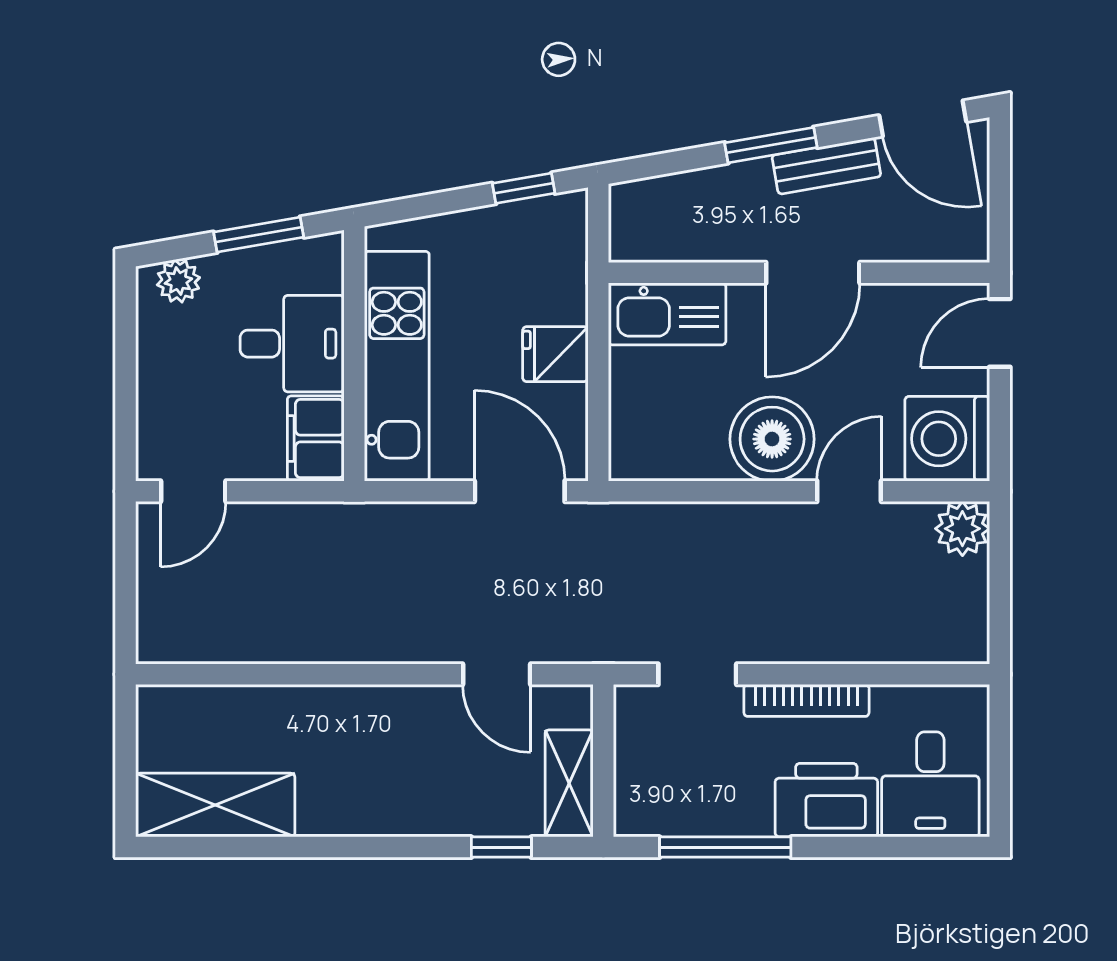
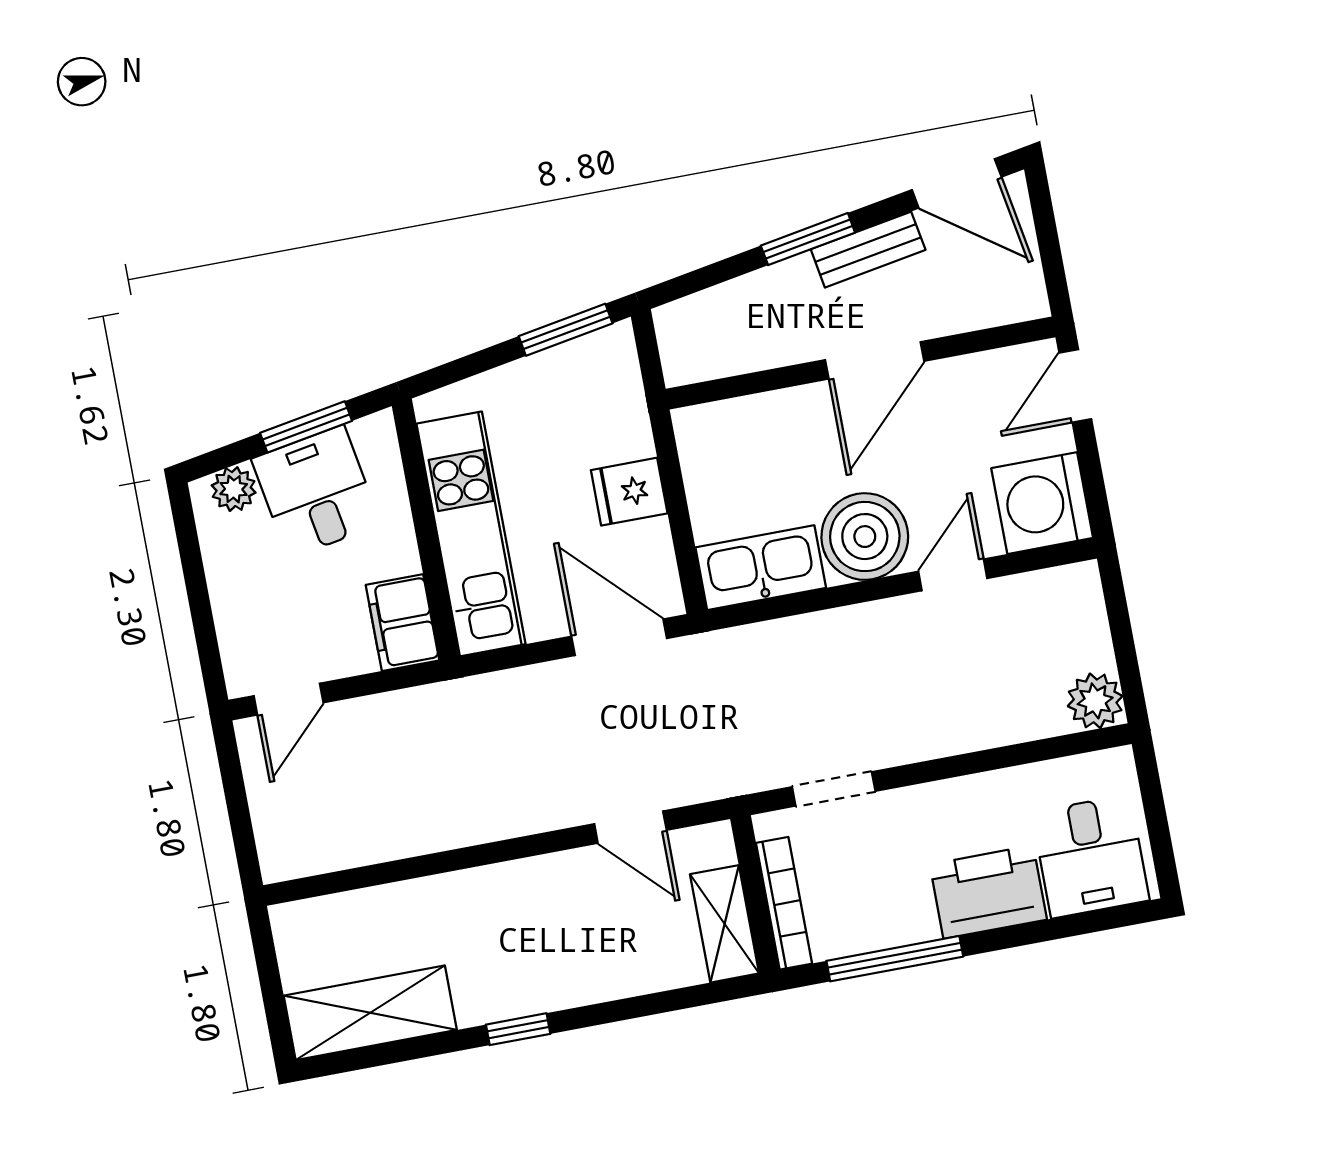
window: (524, 188) -> (566, 330), width x1.50
kitchen sink: (667, 314) -> (761, 568), moved, turned 180
desk: (292, 344) -> (316, 492), moved, turned -100
plant: (962, 529) -> (1095, 701), moved
bookcase: (806, 700) -> (784, 903), moved, turned -90
window: (501, 847) -> (518, 1029), moved

